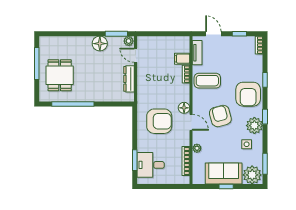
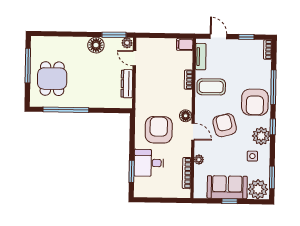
filing cabinet: (182, 59) -> (185, 45), moved
window: (265, 80) -> (273, 87), width x2.17
armchair: (159, 121) -> (159, 130), turned -90
desk: (151, 165) -> (149, 163), moved

